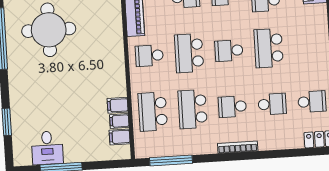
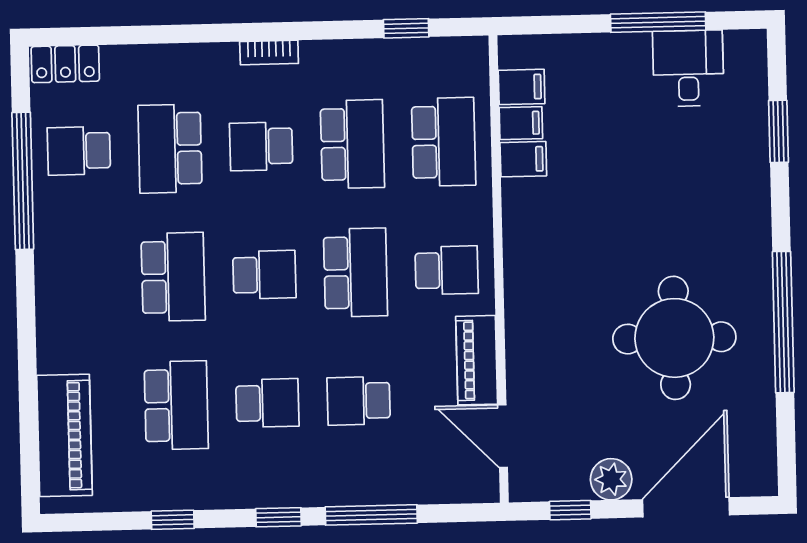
school desk: (272, 104) -> (170, 149), width x1.85
school desk: (232, 107) -> (261, 146), turned 180
bookcase: (238, 147) -> (269, 52), width x0.64
window: (171, 161) -> (406, 28), width x0.46

